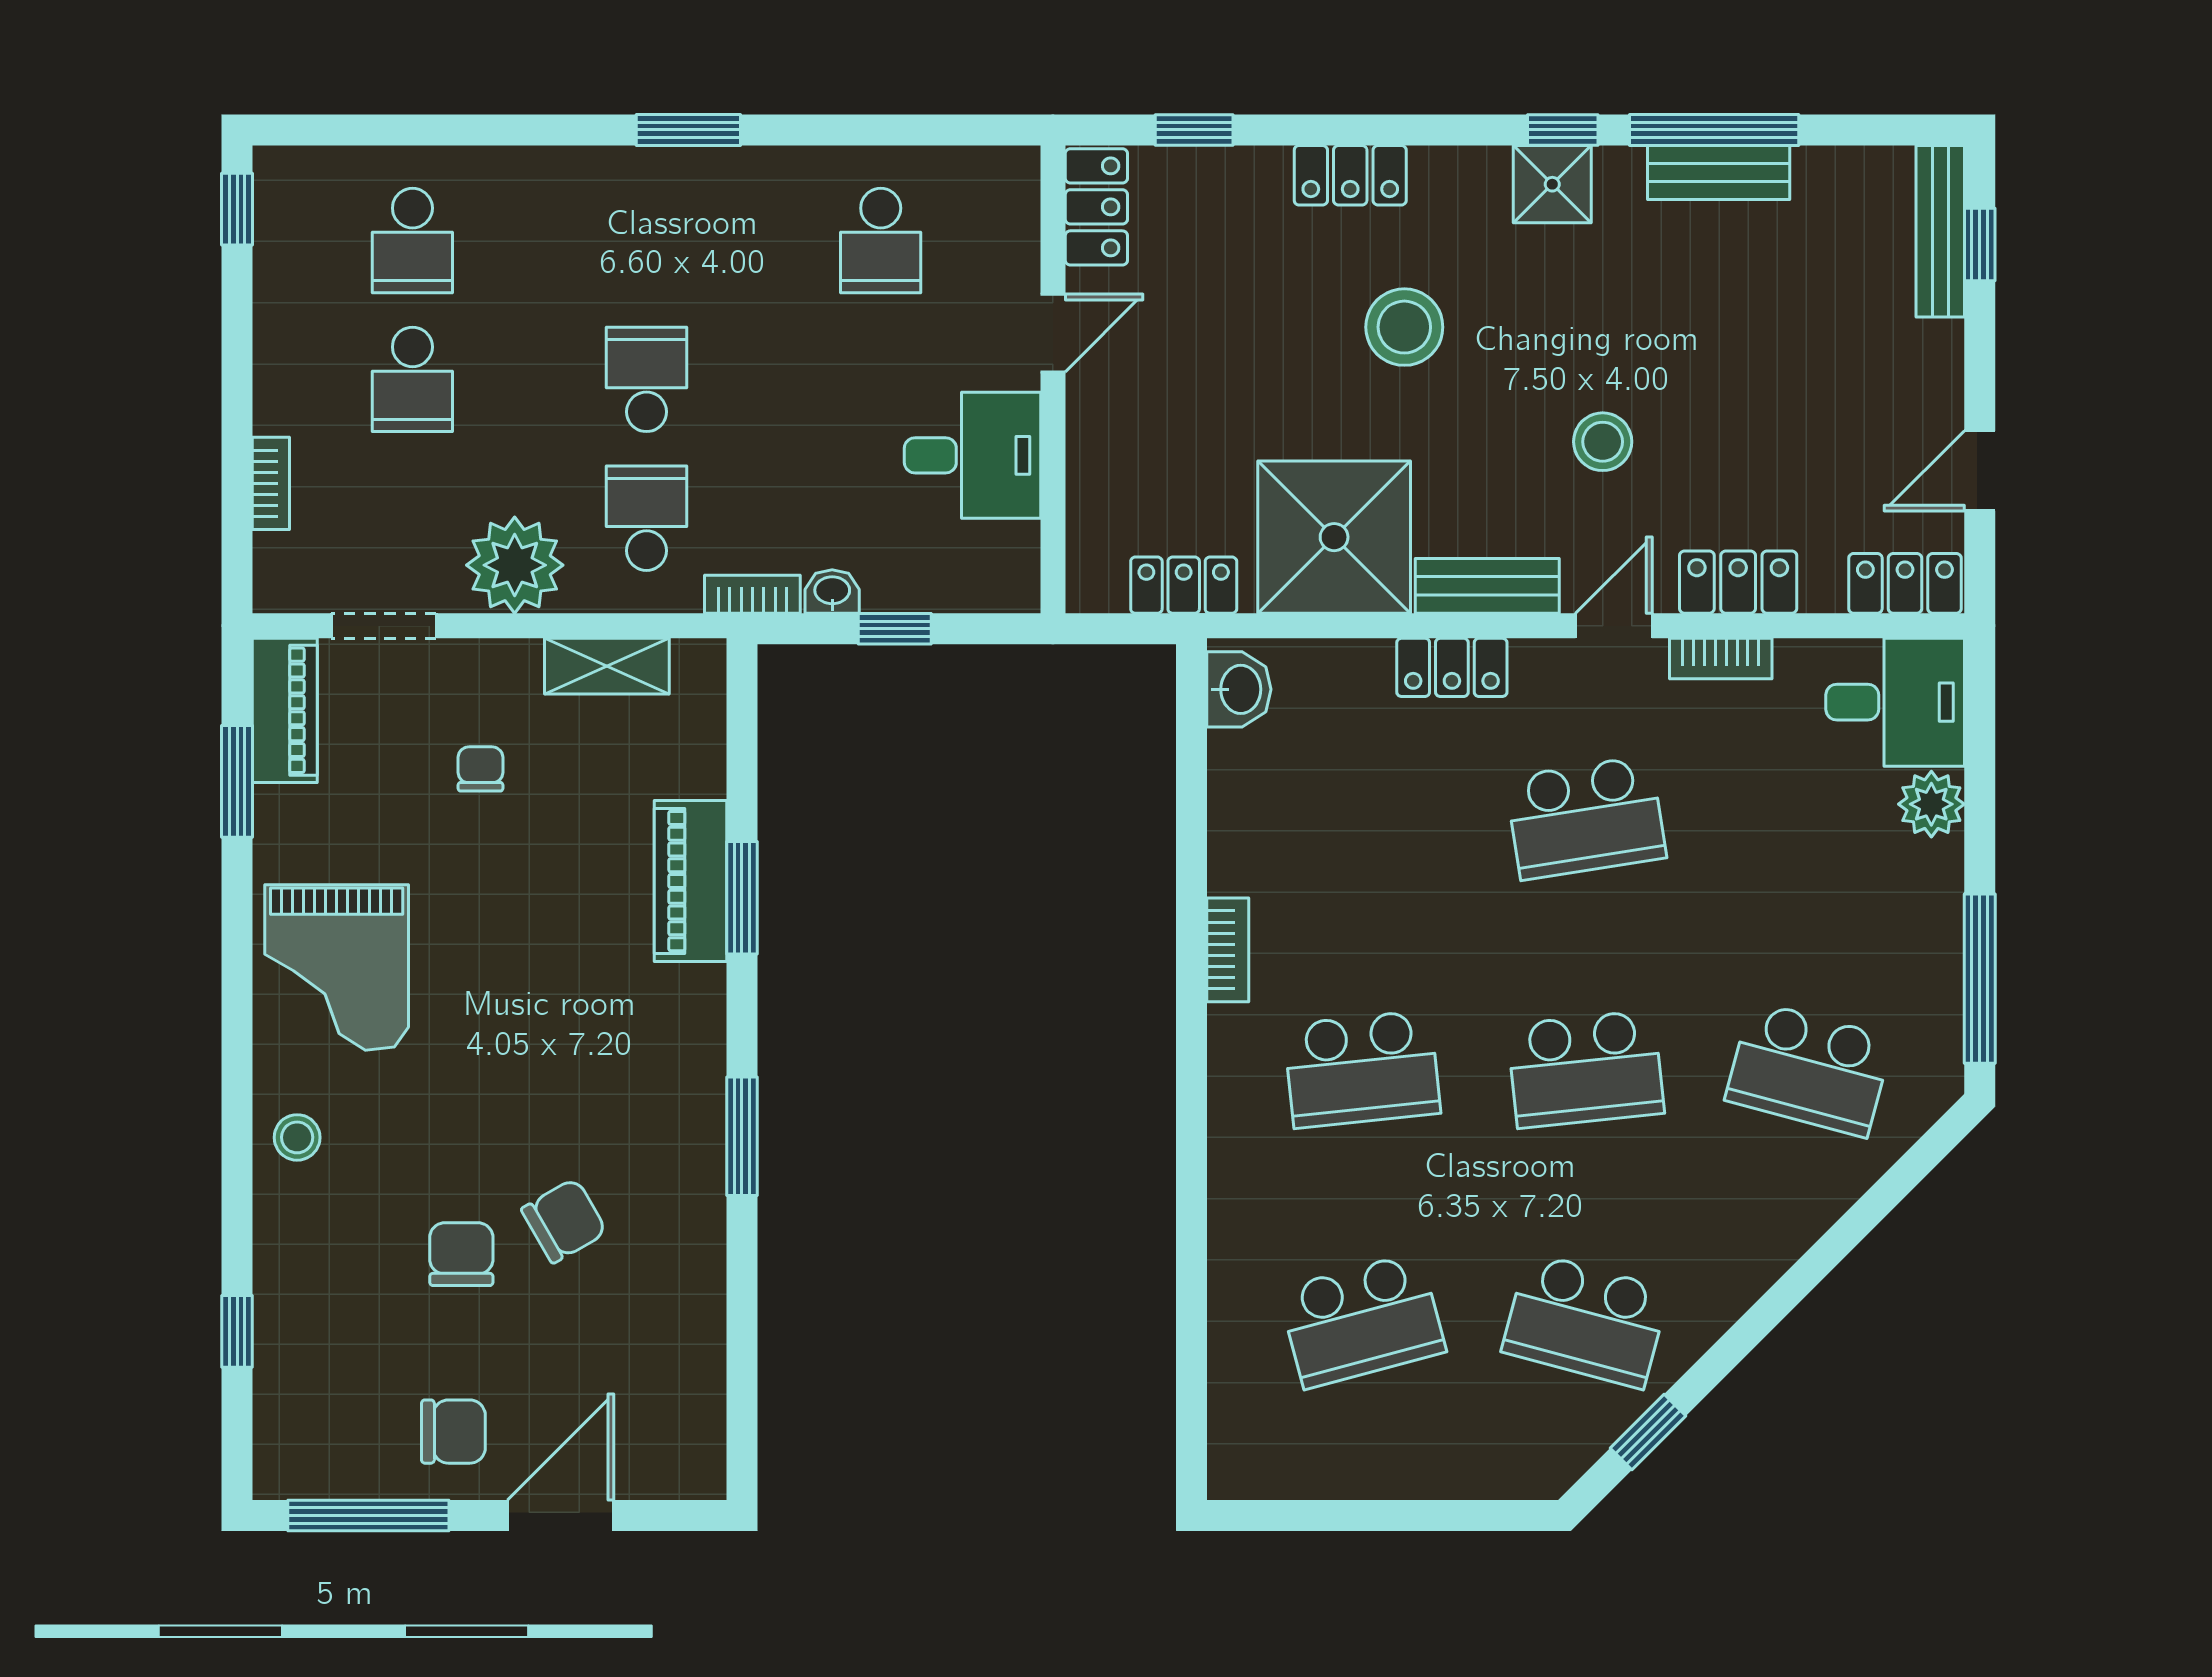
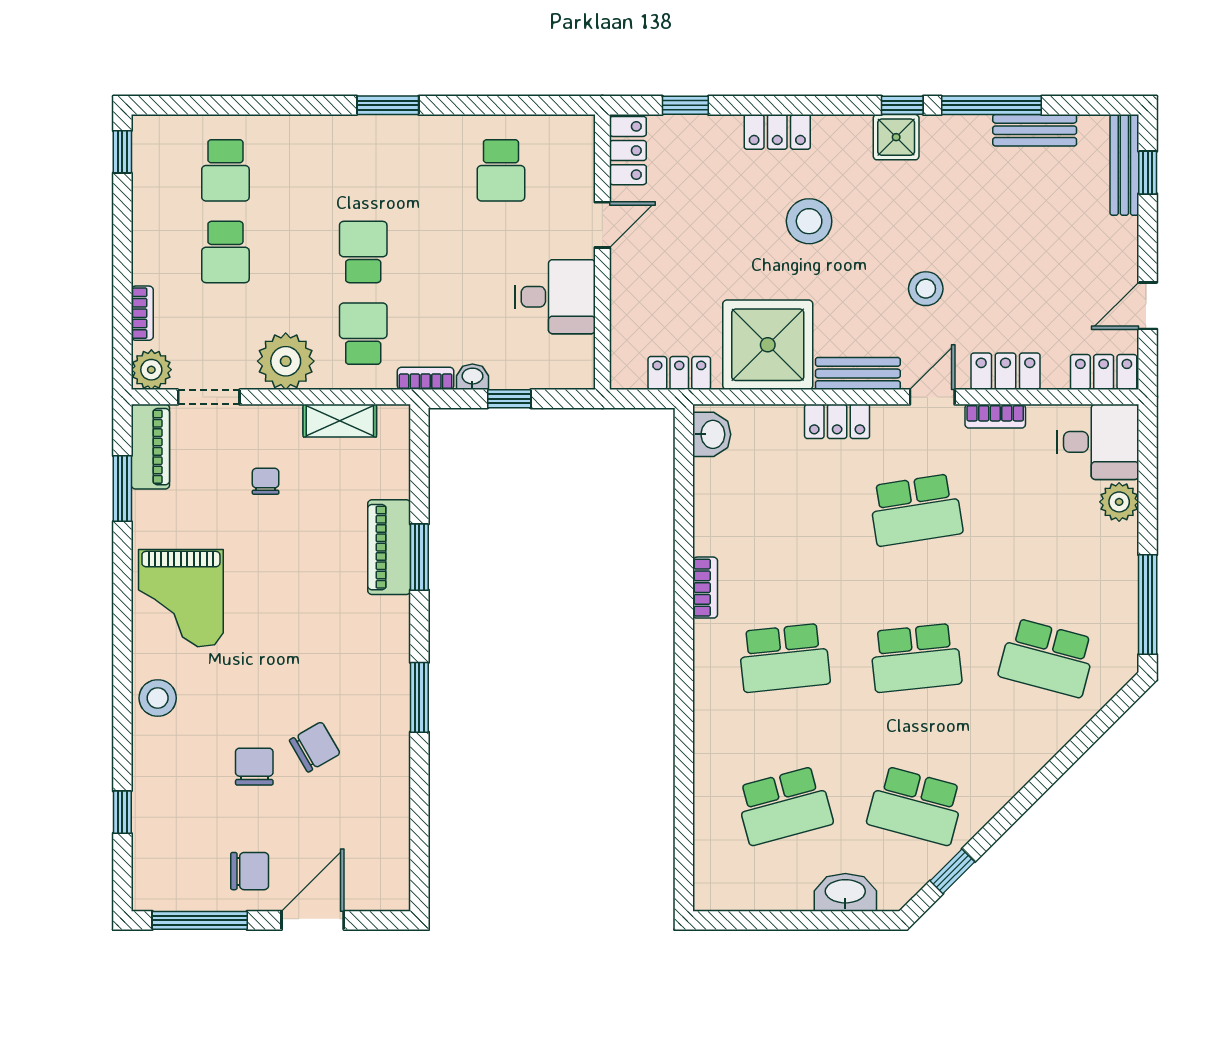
bench: (1719, 173) -> (1035, 130), moved
plant: (286, 579) -> (151, 370), added
stool: (297, 1137) -> (158, 698), width x1.37, depth x1.37
washbasin: (1466, 1468) -> (845, 892), added

